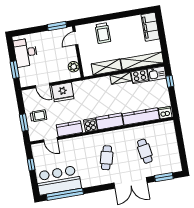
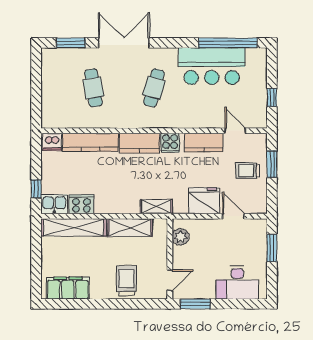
filing cabinet: (150, 27) -> (68, 288), moved, turned -90
desk: (26, 52) -> (237, 283), moved, turned 90
shelving: (121, 78) -> (156, 207), moved
bar counter: (58, 180) -> (212, 66), moved

